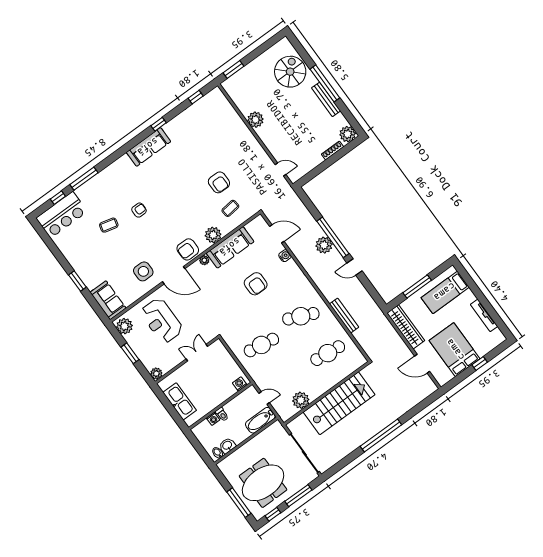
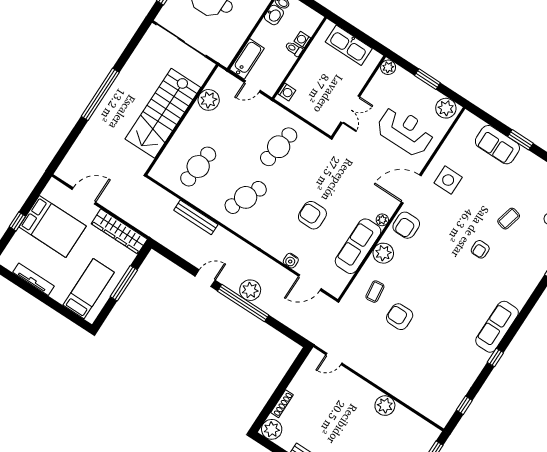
armchair: (188, 249) -> (406, 225), turned 180
sofa: (108, 300) -> (497, 145), moved

